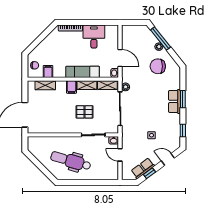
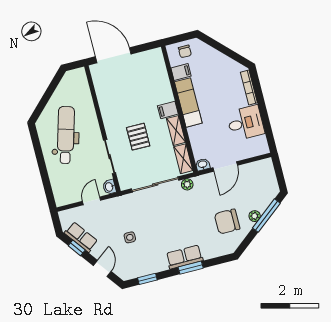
chair: (158, 66) -> (227, 222), turned -90
exam couch: (83, 72) -> (188, 102), moved
shelving: (45, 85) -> (161, 73), removed

